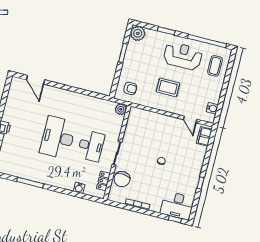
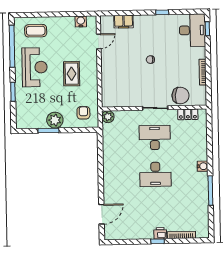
plant: (138, 33) -> (55, 120), moved
reception desk: (183, 56) -> (35, 67), turned 180
filing cabinet: (204, 136) -> (123, 22), moved
desk: (58, 138) -> (155, 174), width x0.73, depth x0.77
water cooler: (79, 188) -> (203, 166), moved

